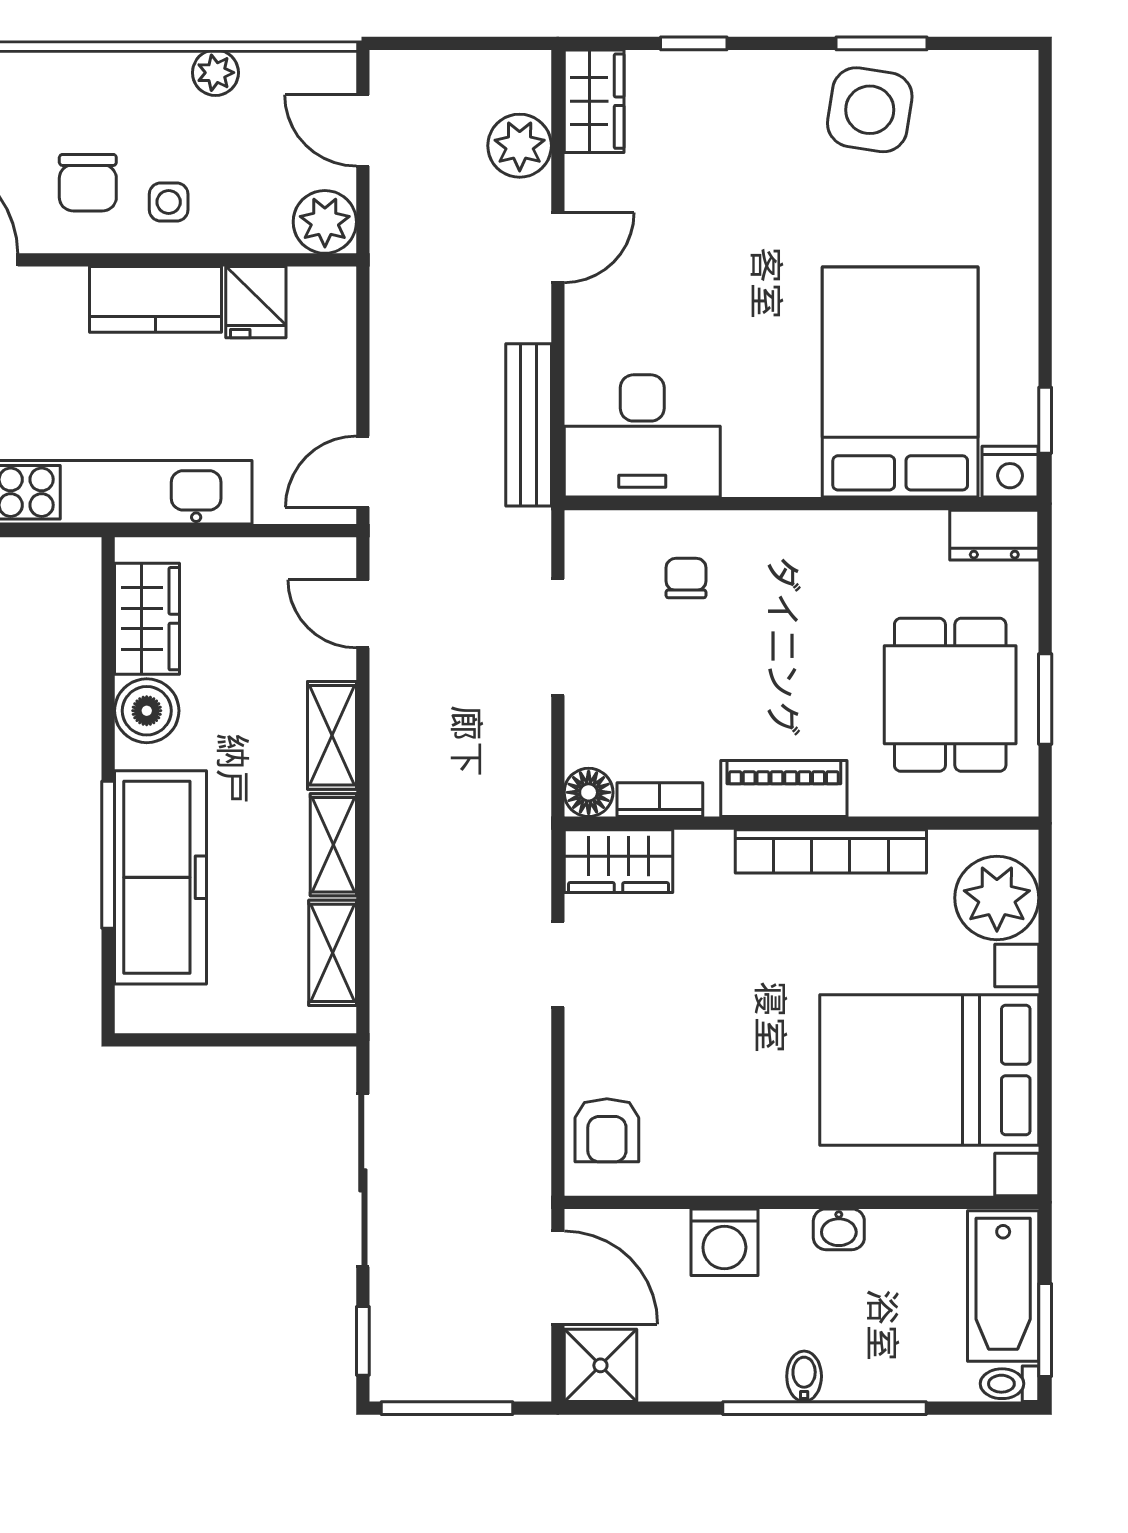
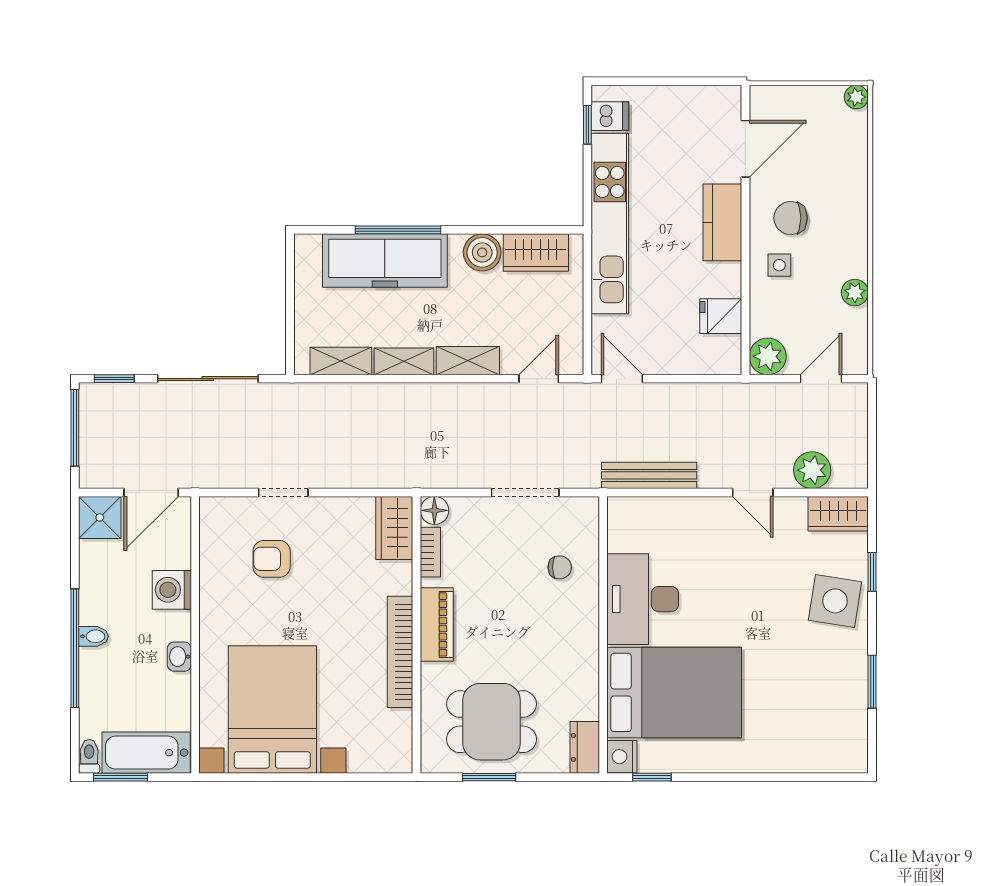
side table: (870, 110) -> (835, 601), moved
kitchen counter: (155, 299) -> (722, 222), moved
desk: (642, 436) -> (643, 599), moved
plant: (997, 898) -> (373, 749), removed
doorway: (558, 964) -> (283, 492), moved
armchair: (607, 1130) -> (272, 559), moved

